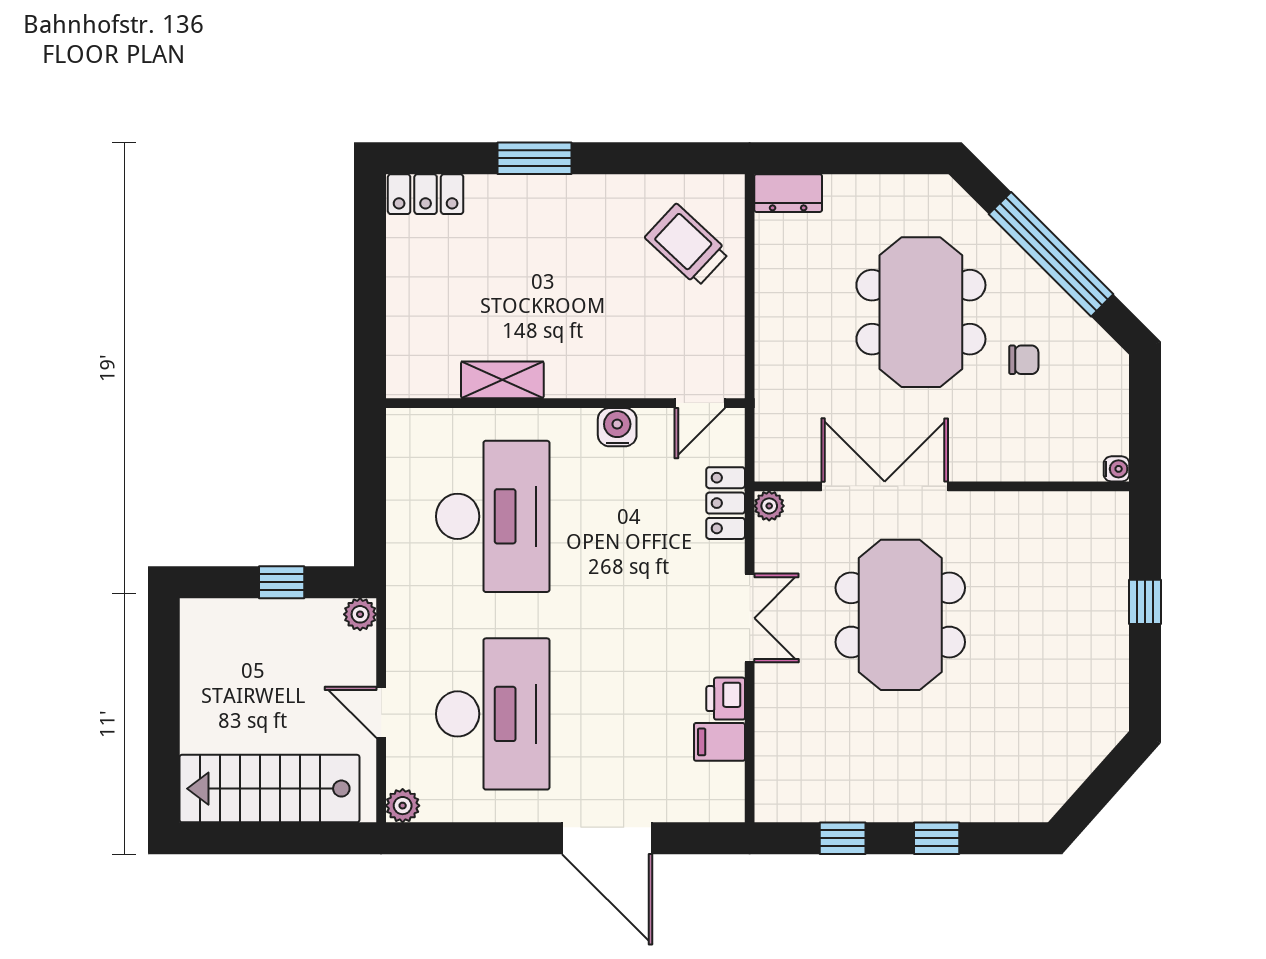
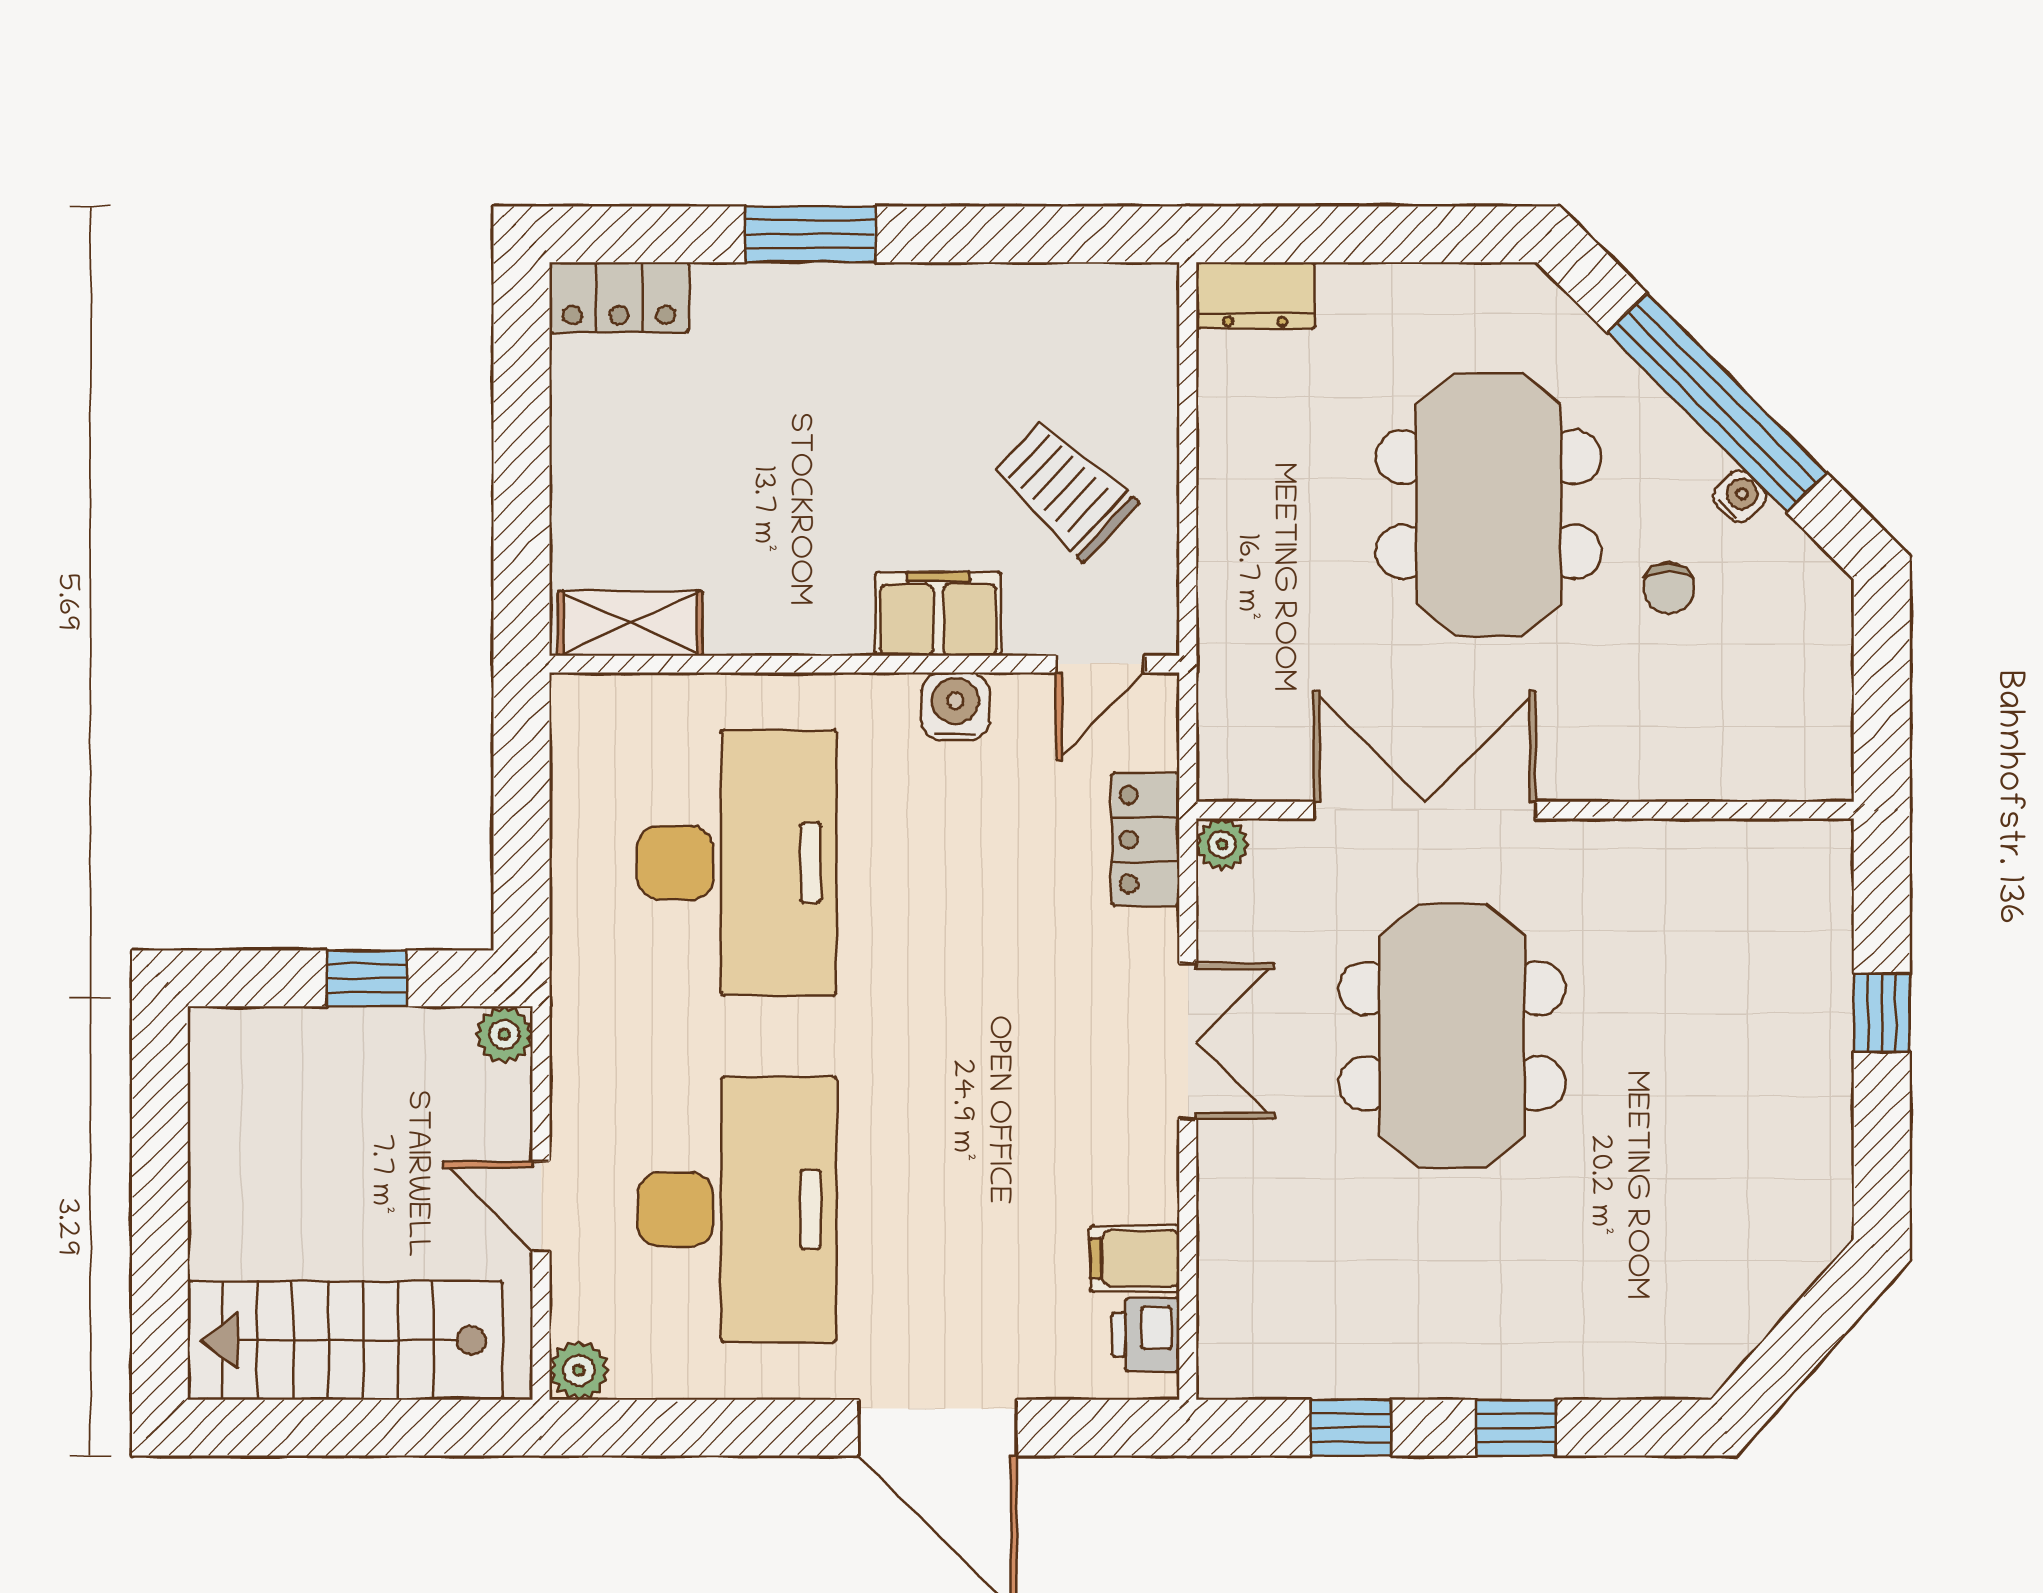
trolley: (687, 245) -> (1065, 489), moved
chair: (1024, 360) -> (1669, 588), turned 90
filing cabinet: (607, 374) -> (938, 614), added
shelving: (502, 380) -> (630, 623), moved
water cooler: (1117, 469) -> (1740, 496), moved, turned -45
printer: (726, 699) -> (1146, 1335), moved

